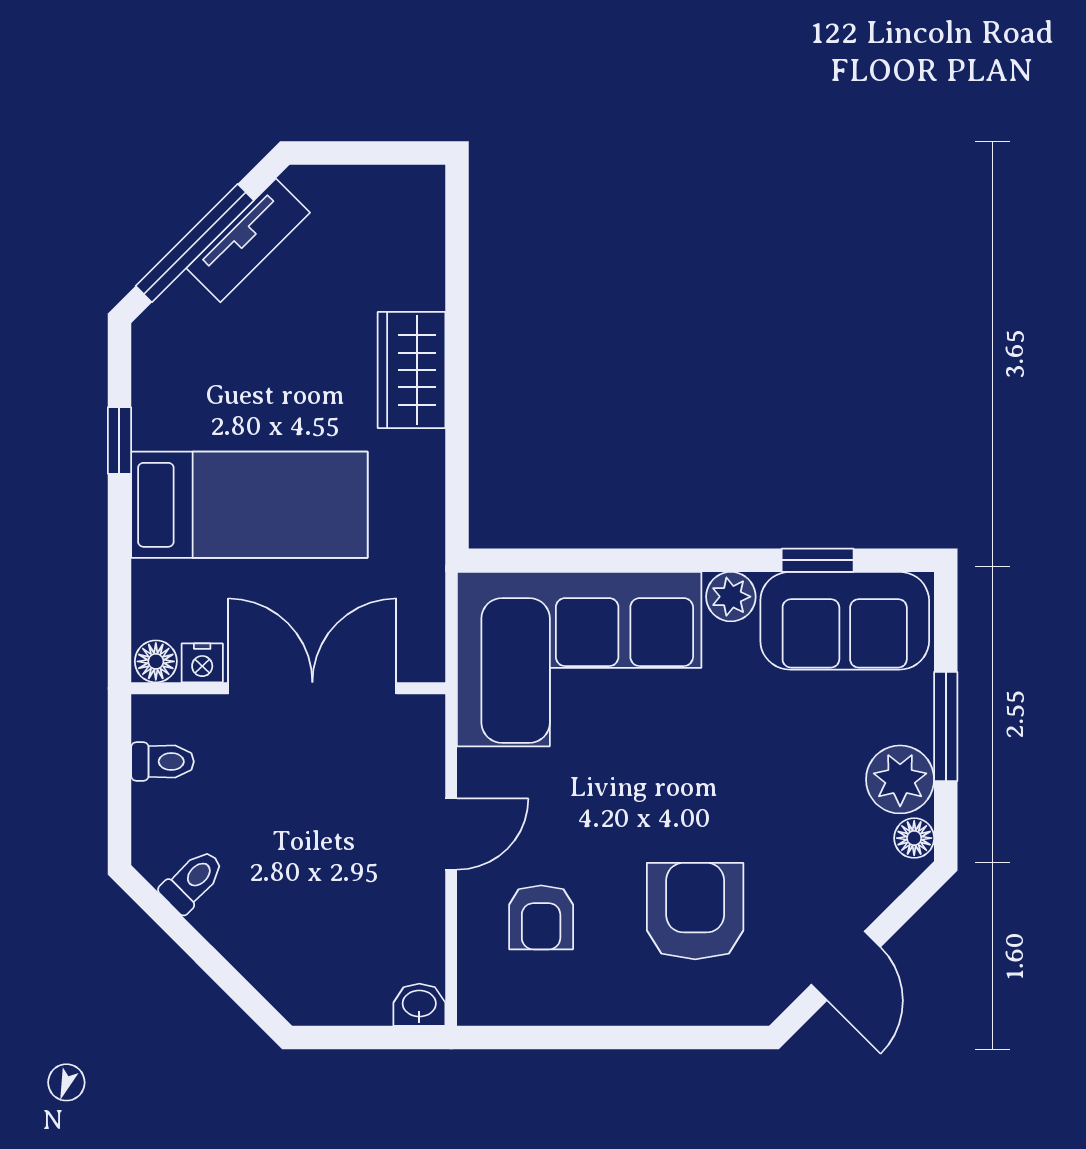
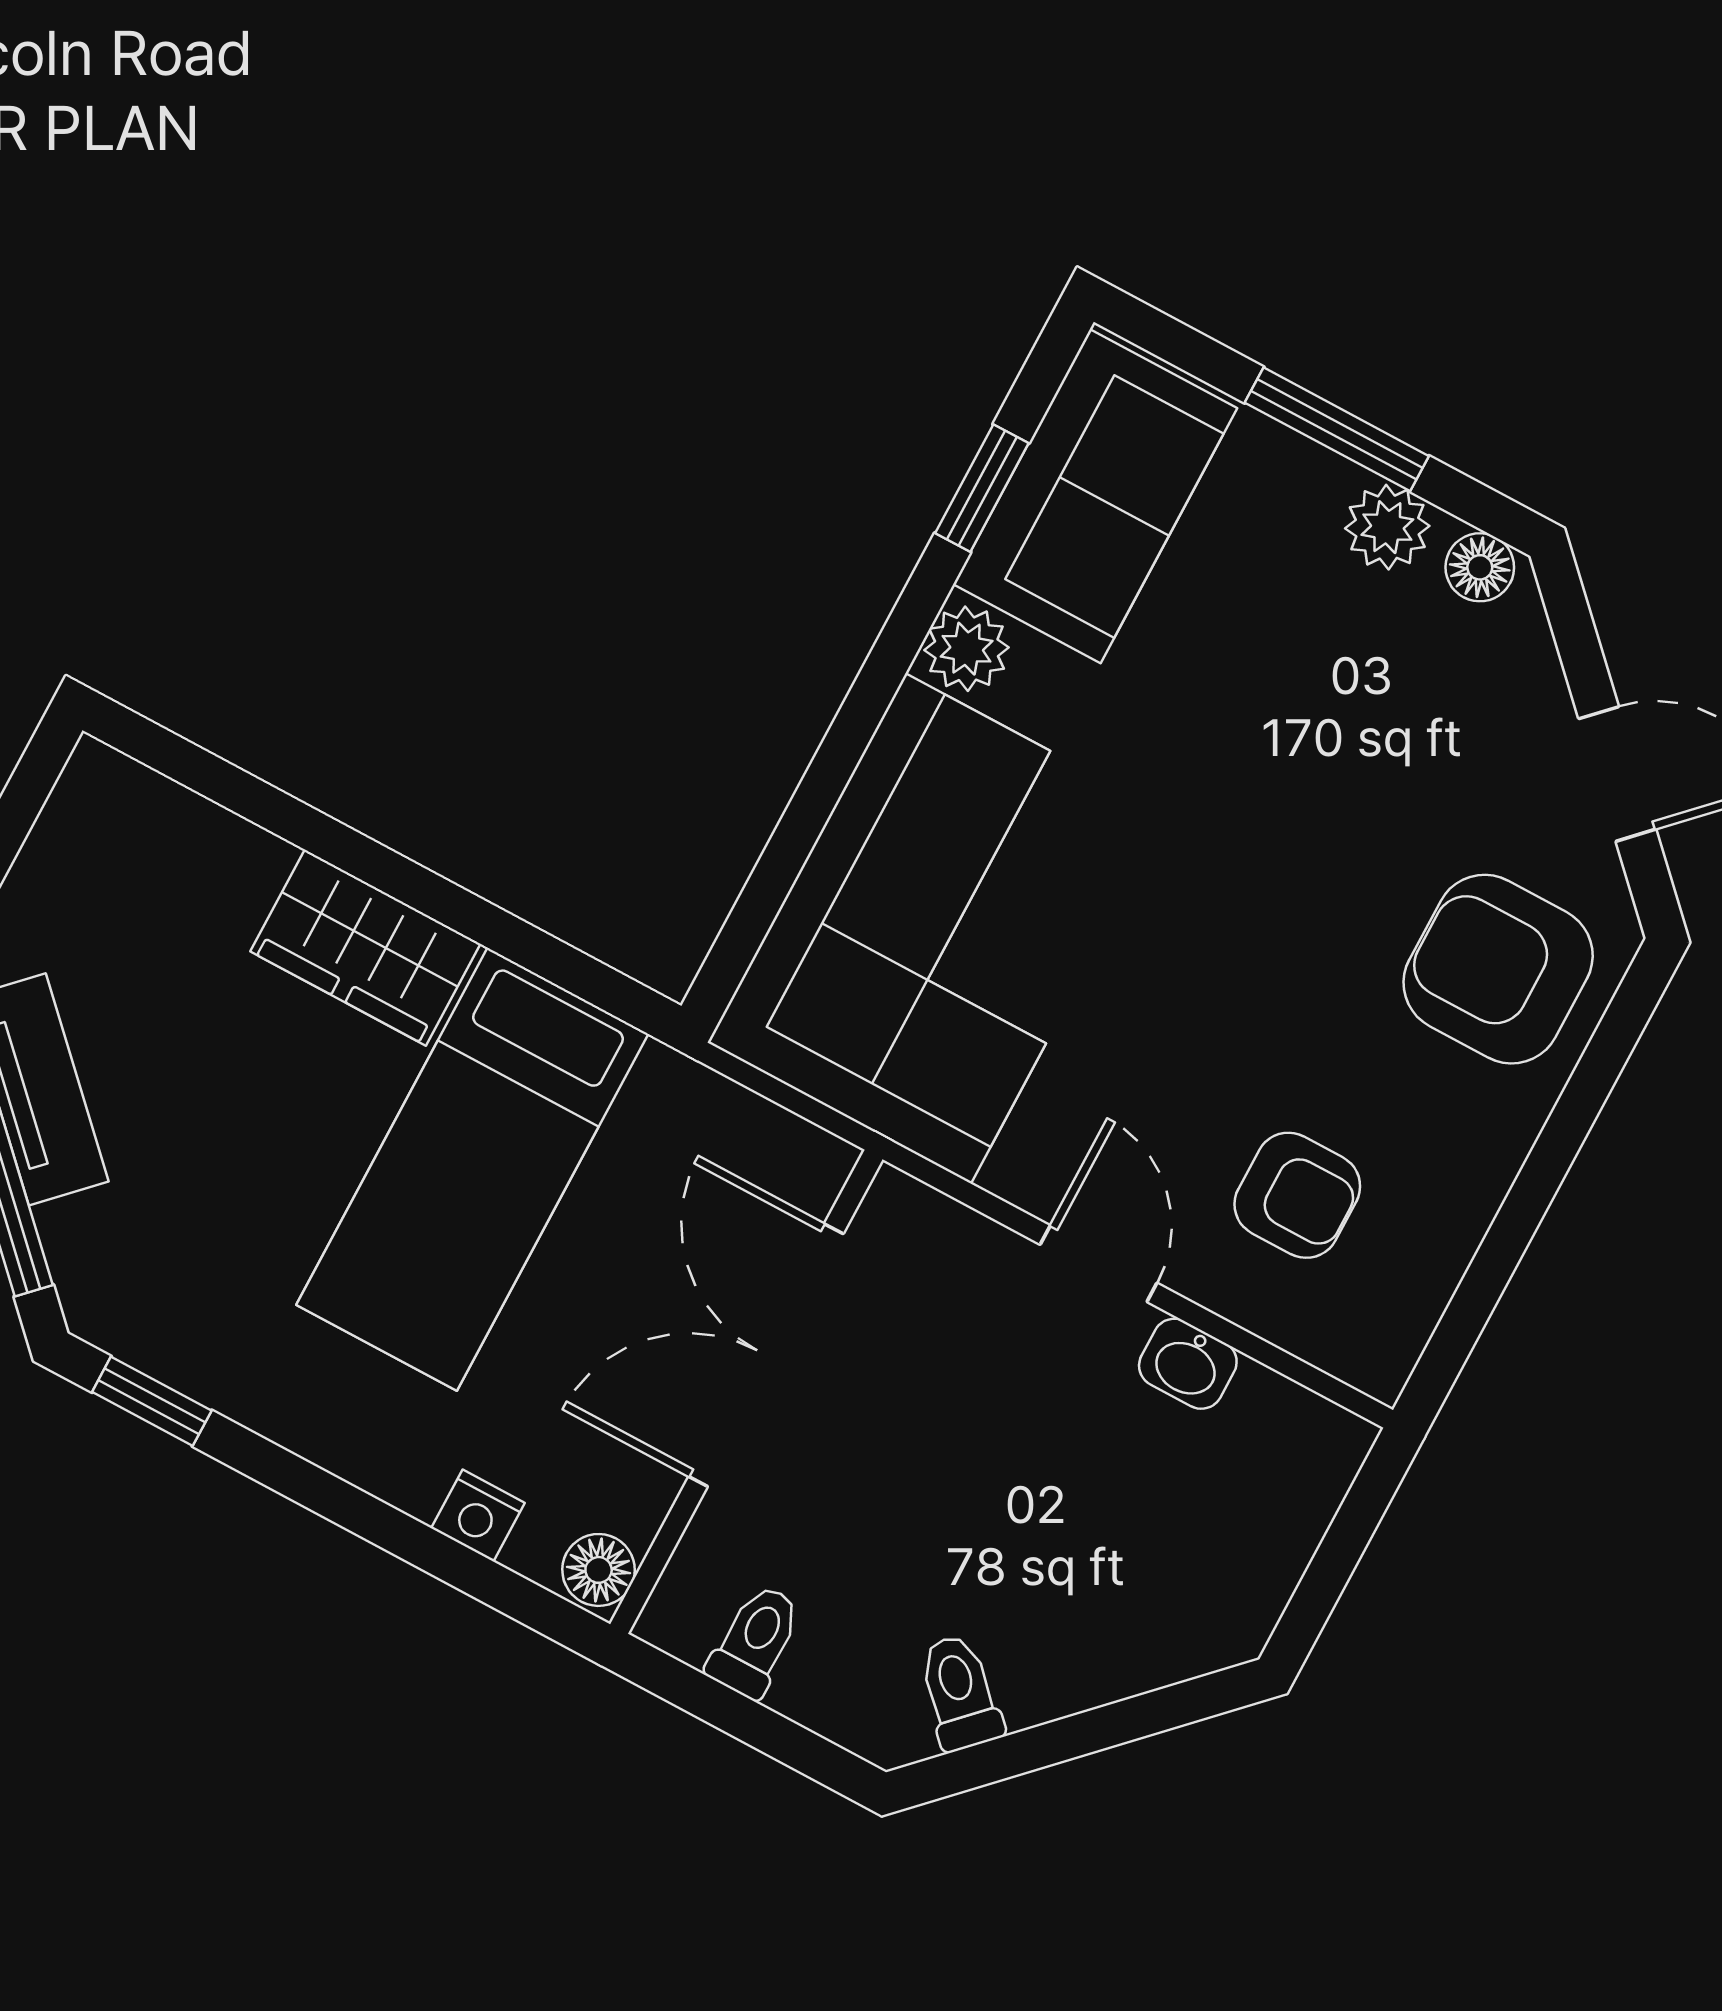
window: (119, 440) -> (152, 1401), moved
bed: (249, 505) -> (472, 1169), moved, turned 180
nightstand: (202, 663) -> (478, 1516), moved, turned 90
plant: (900, 779) -> (1387, 527), width x0.73, depth x0.73
armchair: (695, 911) -> (1498, 969), moved
washbasin: (419, 1005) -> (1188, 1364), moved, turned -90

